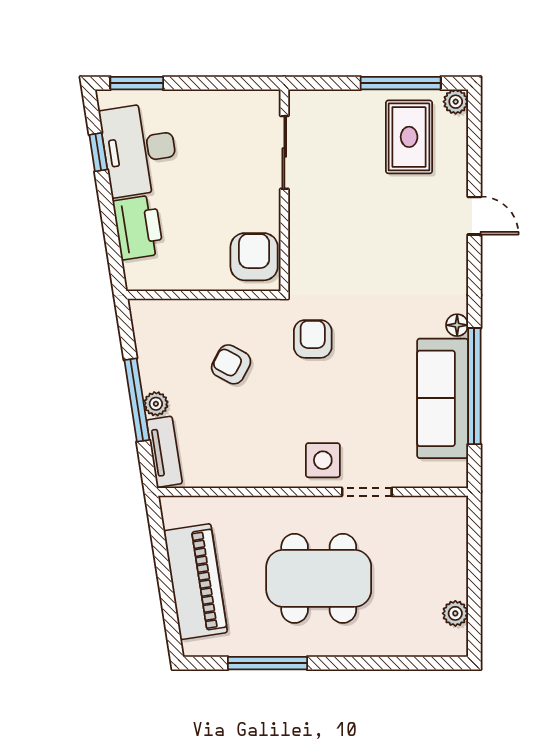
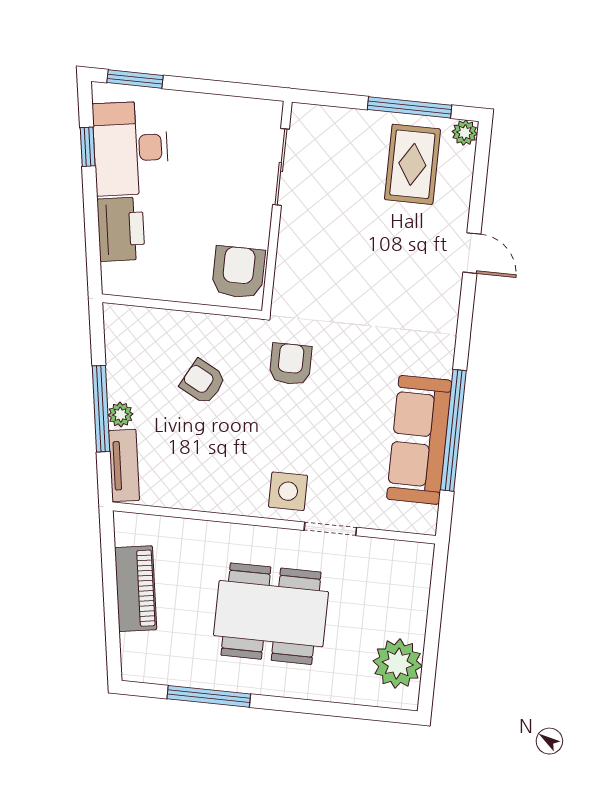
floor lamp: (457, 325) -> (442, 365), removed
piano: (196, 582) -> (136, 589), width x0.73, depth x0.75
plant: (455, 613) -> (398, 664), width x1.88, depth x1.88

